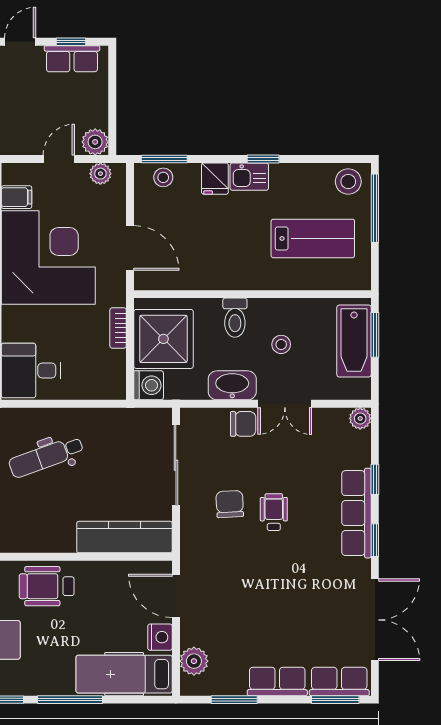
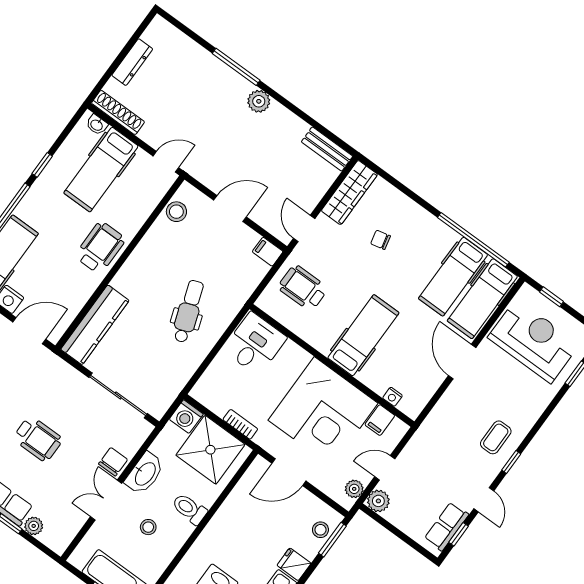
door: (59, 159) -> (385, 468), swing flipped
plant: (360, 418) -> (34, 526), moved
chair: (243, 424) -> (113, 462), turned 180
chair: (230, 504) -> (65, 413), removed
wheelchair: (274, 512) -> (38, 439), width x1.36, depth x1.37

